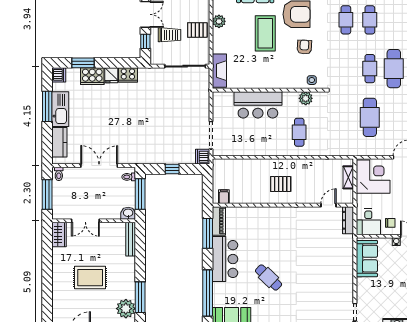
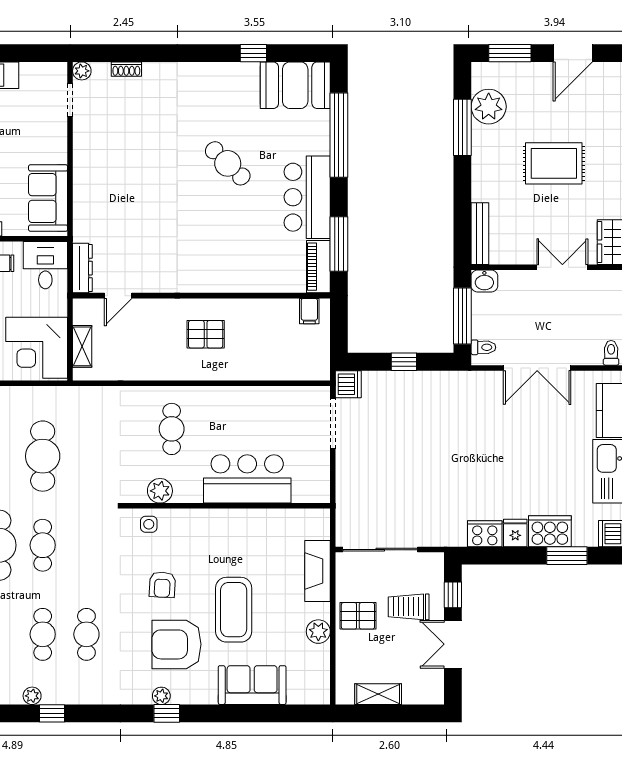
fireplace: (219, 71) -> (318, 571), moved

